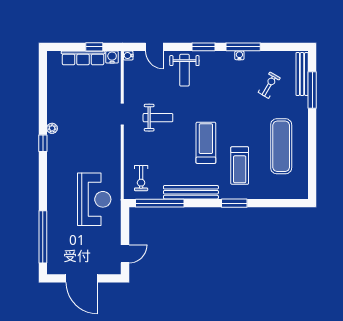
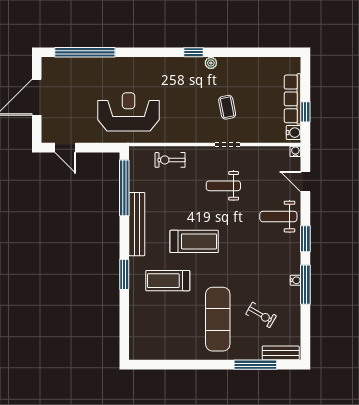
door: (154, 47) -> (305, 182), hinge flipped
bench: (302, 74) -> (281, 353), width x0.73
coffee table: (90, 114) -> (227, 107), added
weight bench: (158, 118) -> (223, 186), turned 90
exercise mat: (281, 146) -> (218, 319), moved, turned 90
exercise bike: (141, 178) -> (170, 160), moved
reception desk: (94, 199) -> (129, 112), turned 180

